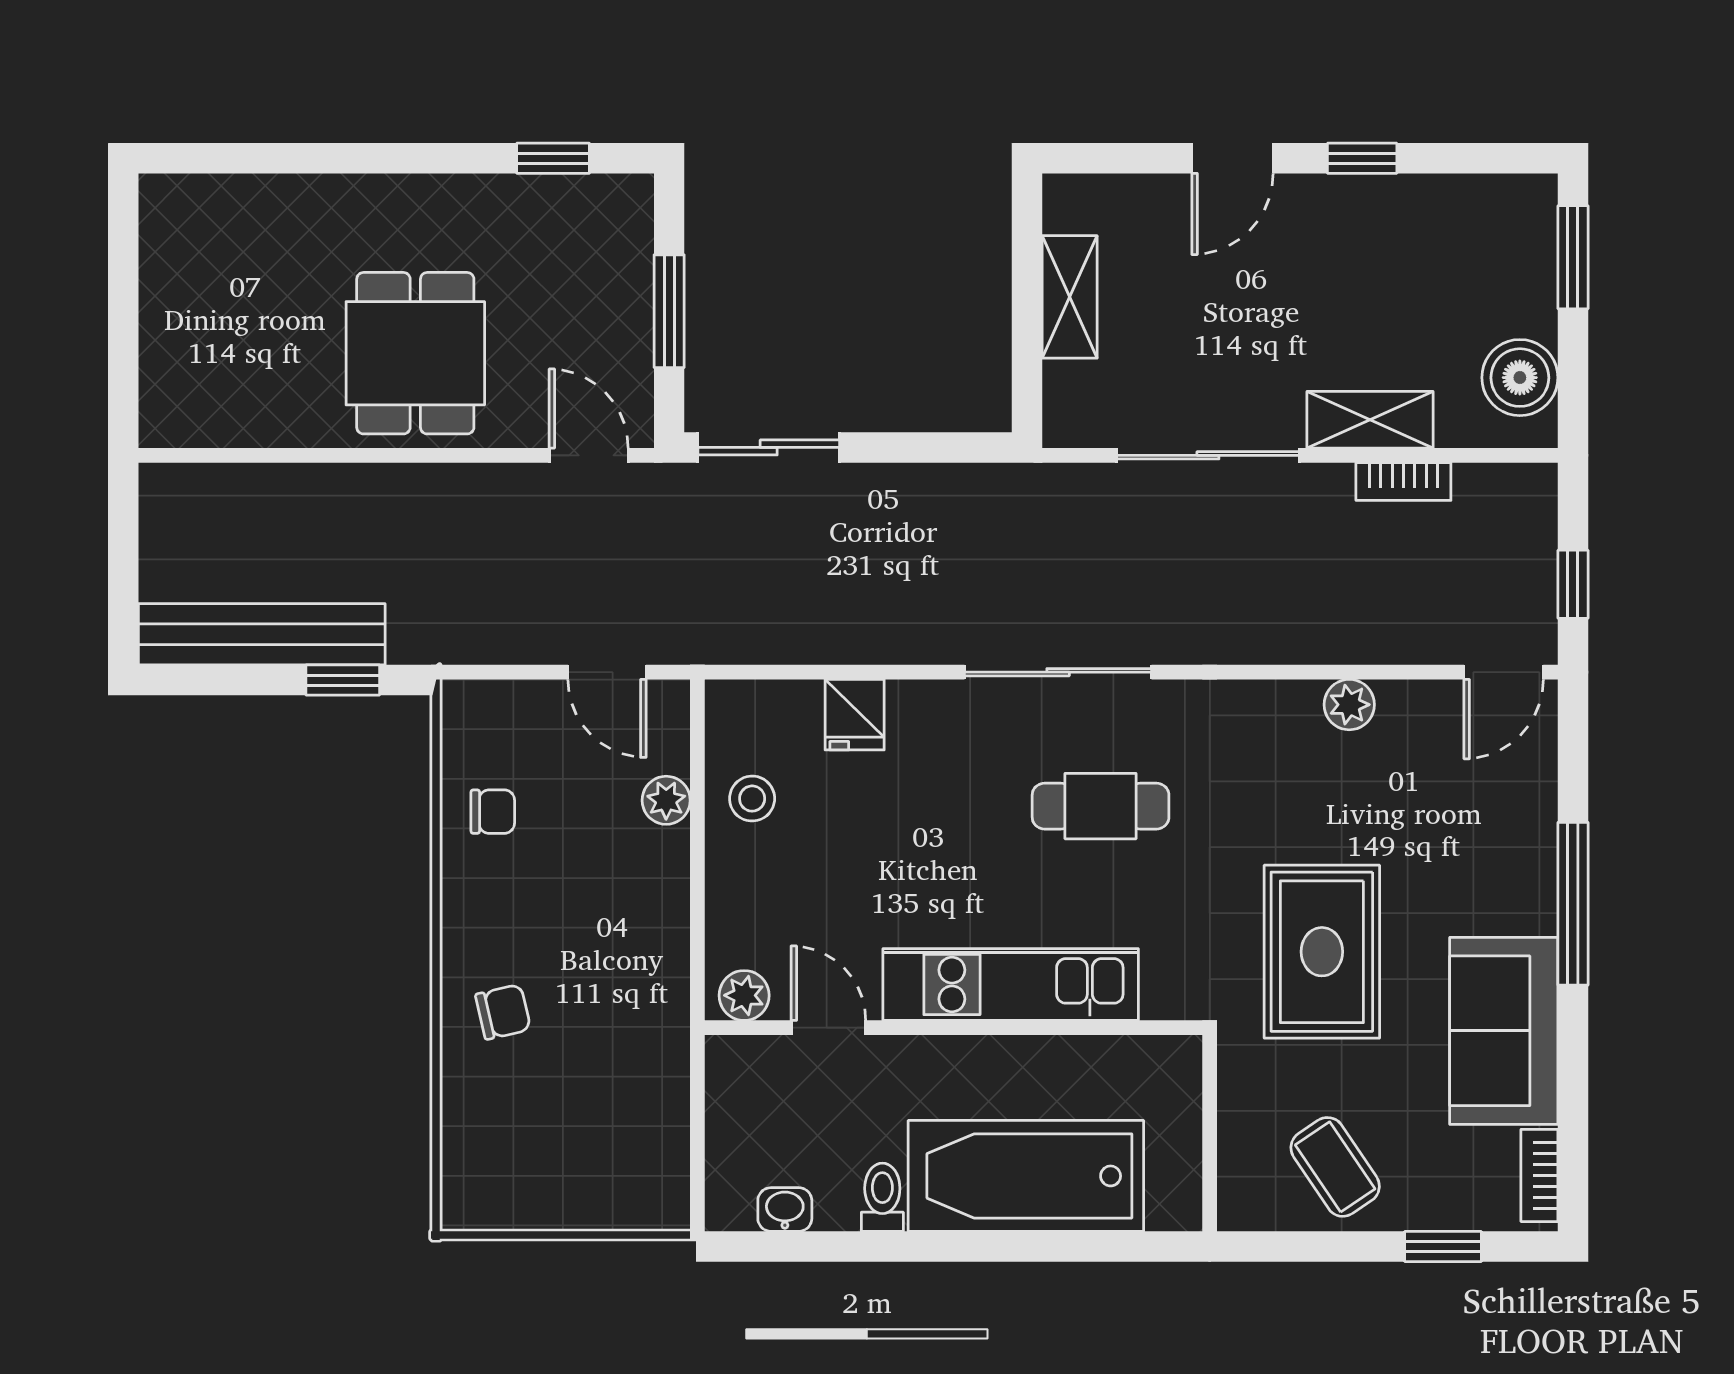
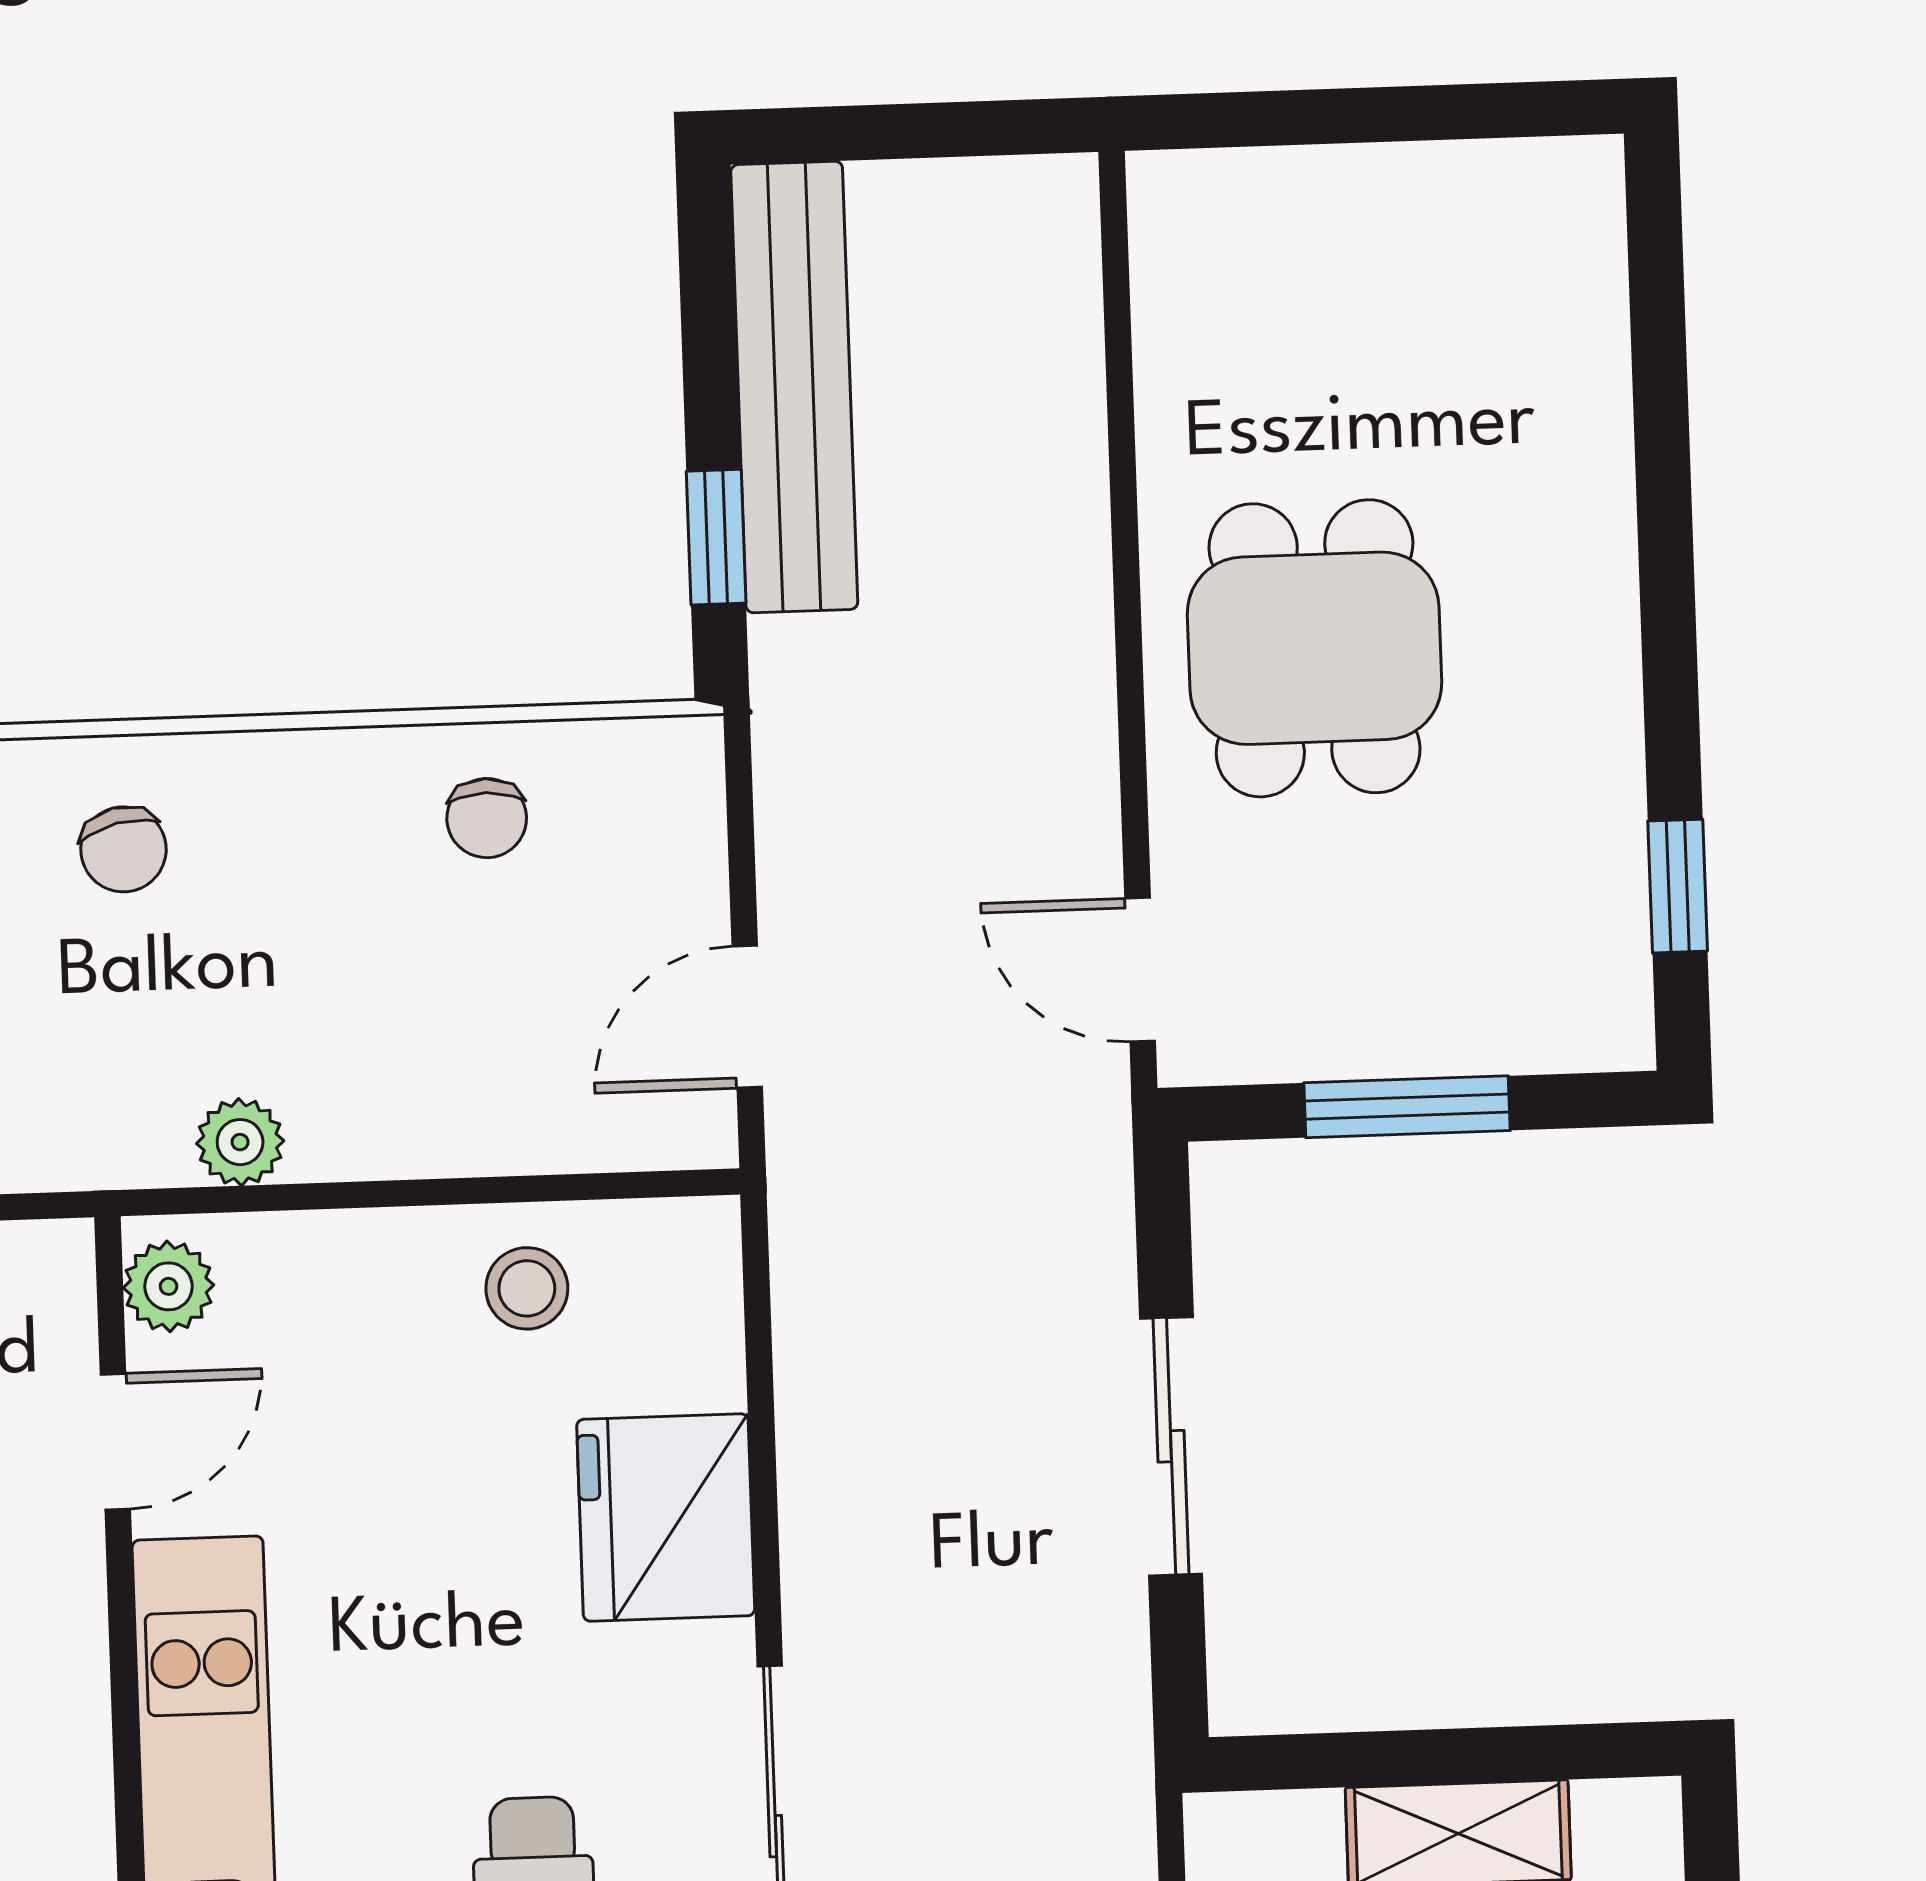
dining table: (415, 353) -> (1315, 648), turned 90
sliding door: (769, 447) -> (1171, 1446), moved
door: (589, 455) -> (1140, 970), swing flipped
fridge: (855, 715) -> (666, 1518), width x1.88, depth x1.34
plant: (666, 800) -> (240, 1142), moved

